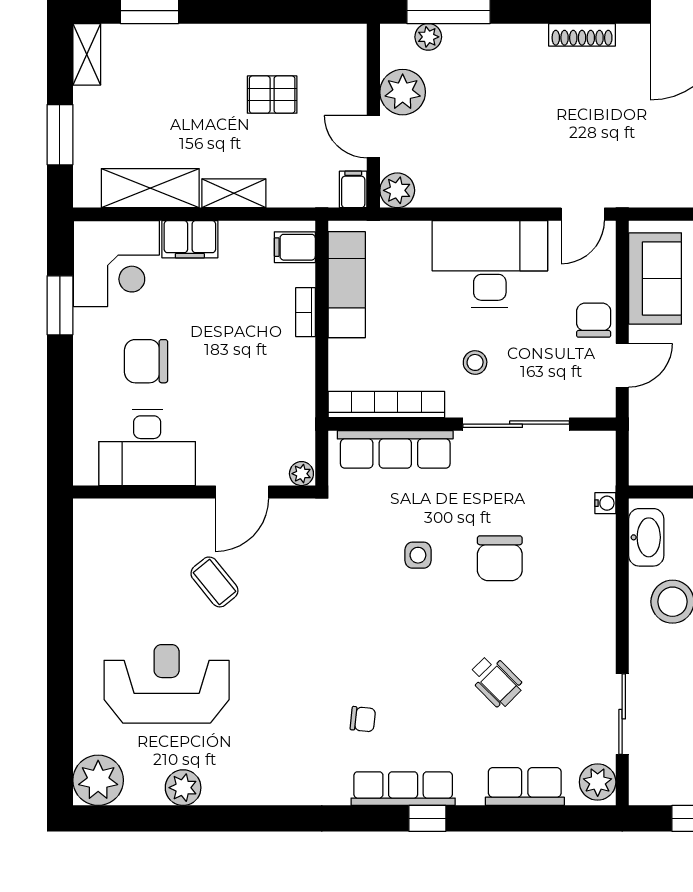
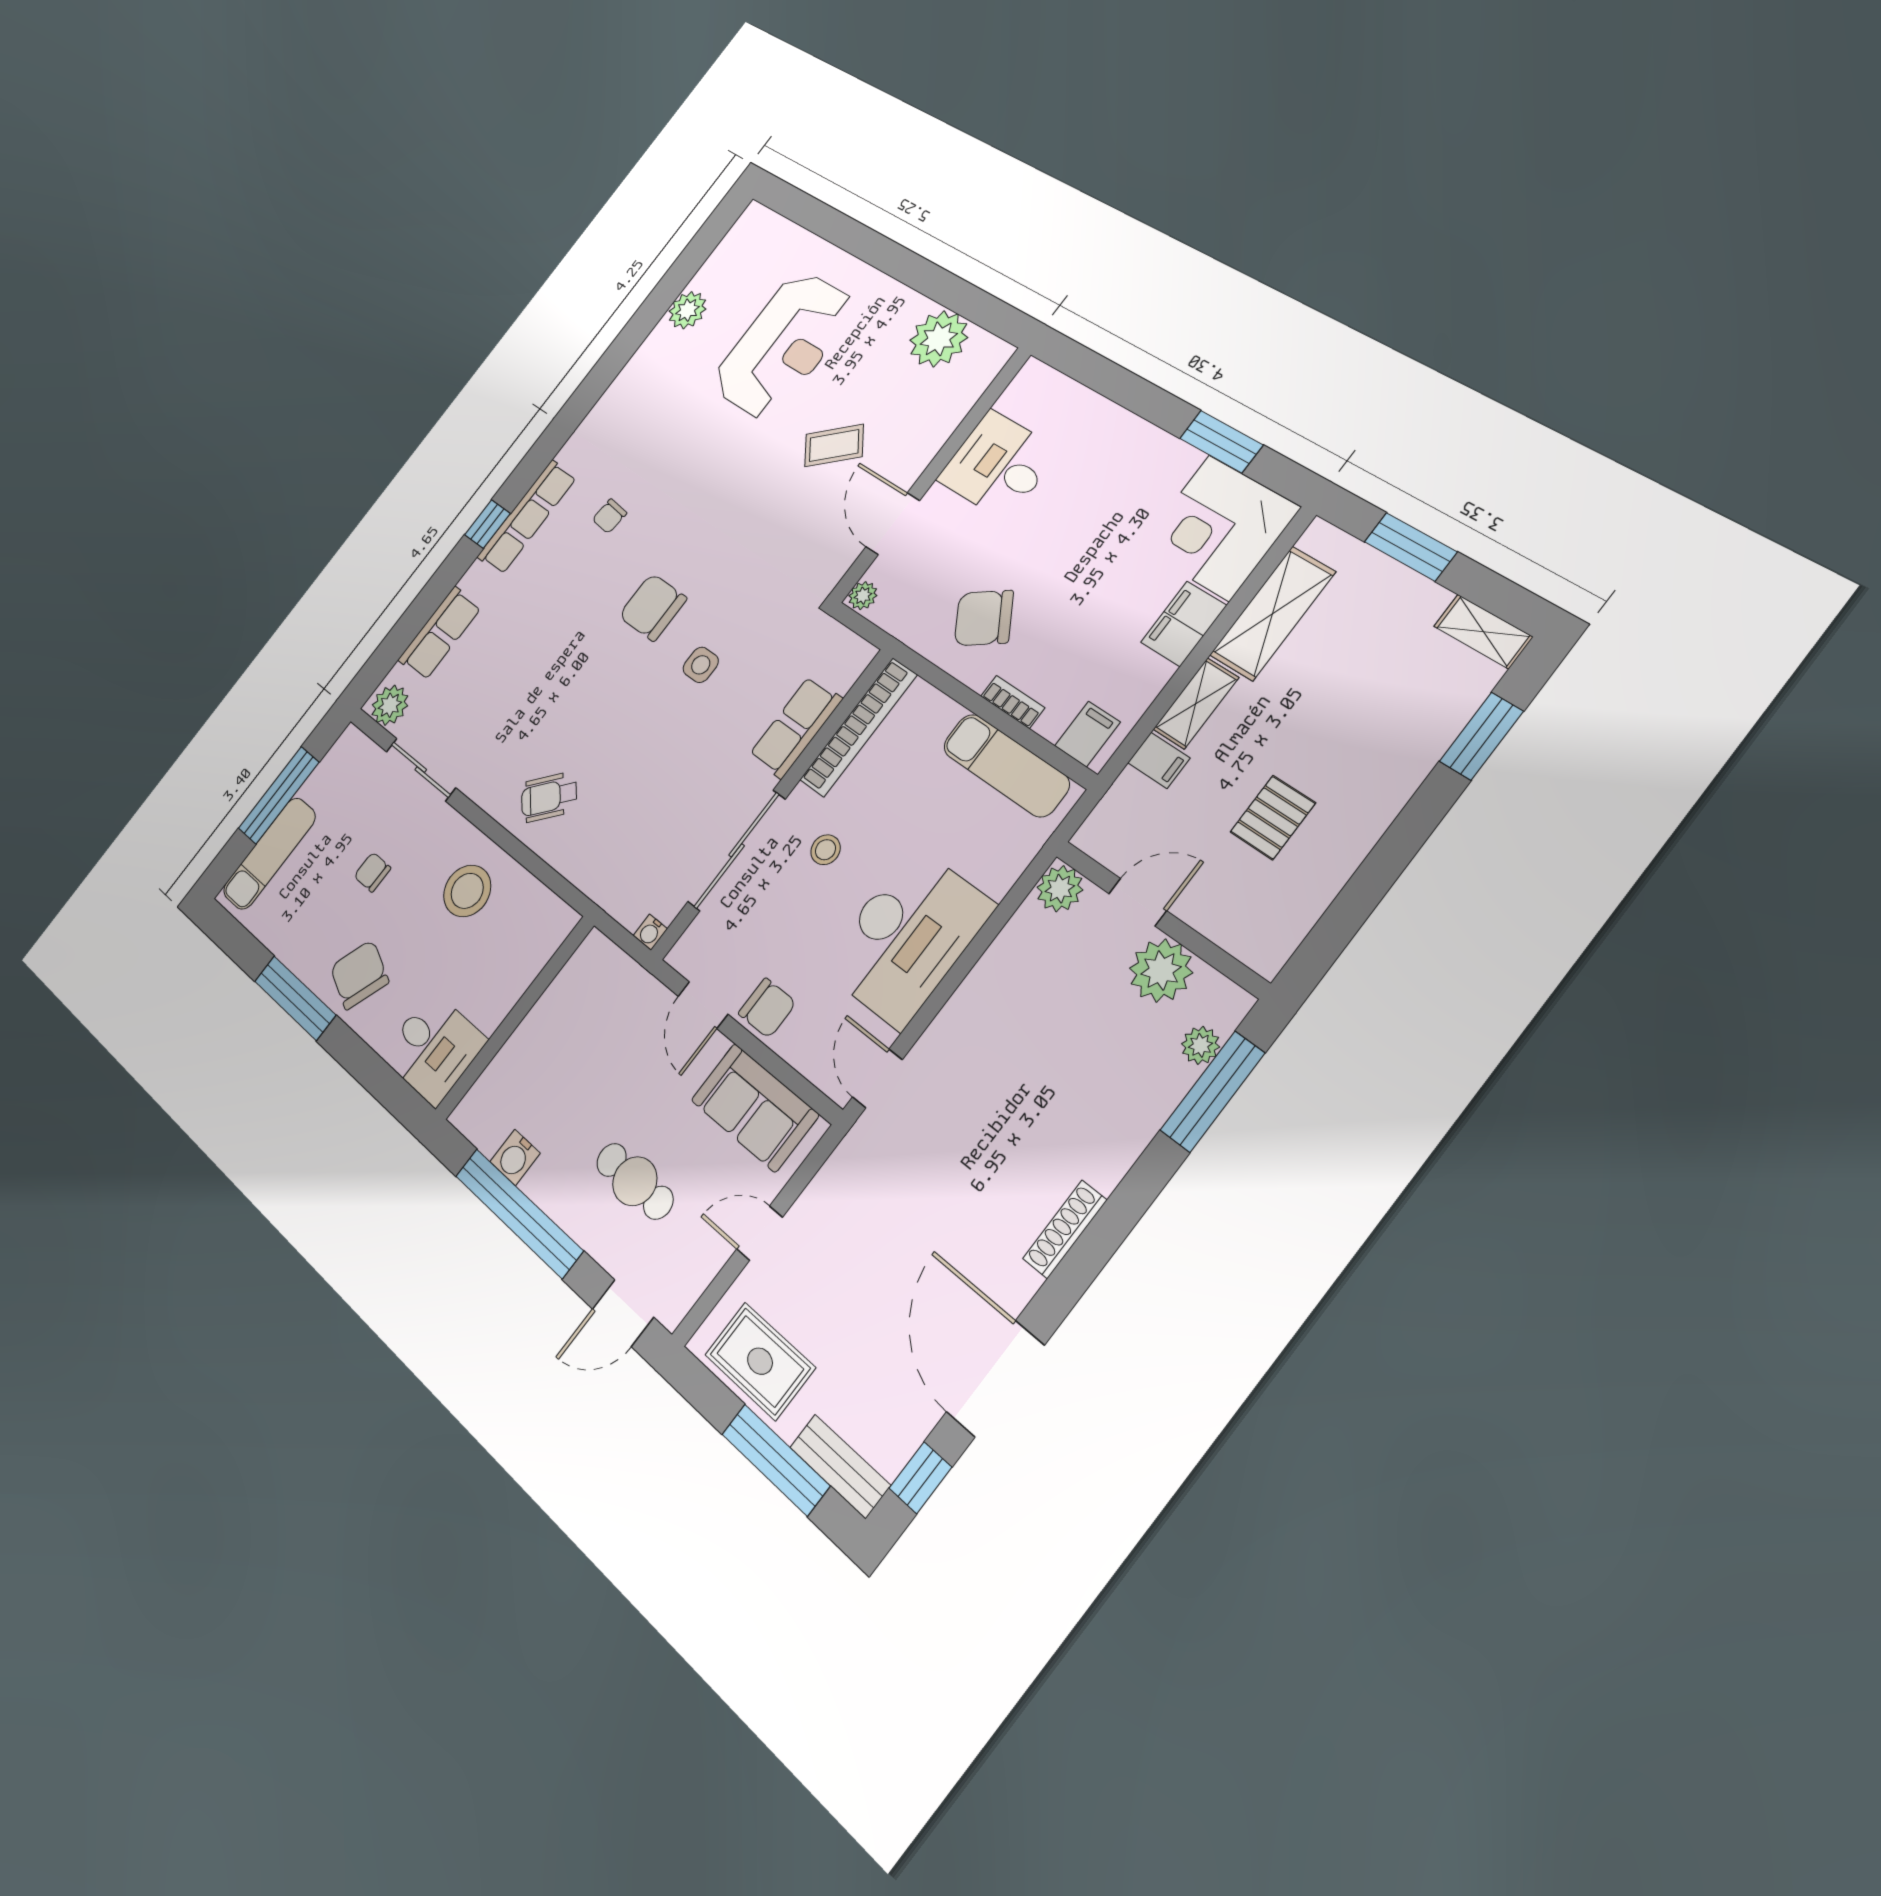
filing cabinet: (353, 189) -> (1159, 760), moved
chair: (146, 361) -> (984, 618), moved, turned -124
desk: (147, 448) -> (998, 465), width x0.73
row of seats: (395, 449) -> (796, 727), width x0.68
water cooler: (605, 503) -> (650, 932), moved
washbasin: (646, 537) -> (538, 908), removed
chair: (500, 558) -> (653, 607), moved
wheelchair: (496, 681) -> (549, 797), moved
plant: (98, 780) -> (939, 339), moved

